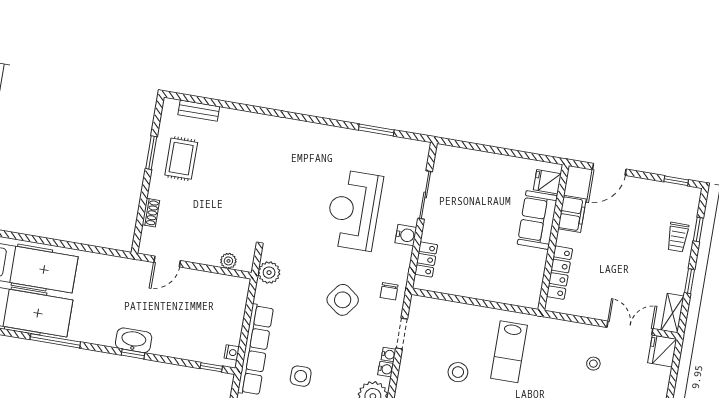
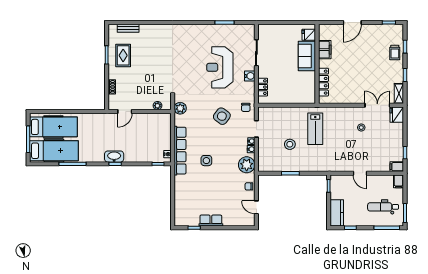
fridge: (547, 182) -> (309, 35), moved
filing cabinet: (572, 214) -> (325, 50), moved
sofa: (537, 220) -> (307, 56), moved
wall: (553, 237) -> (317, 64), moved
locker: (559, 273) -> (323, 82), moved

